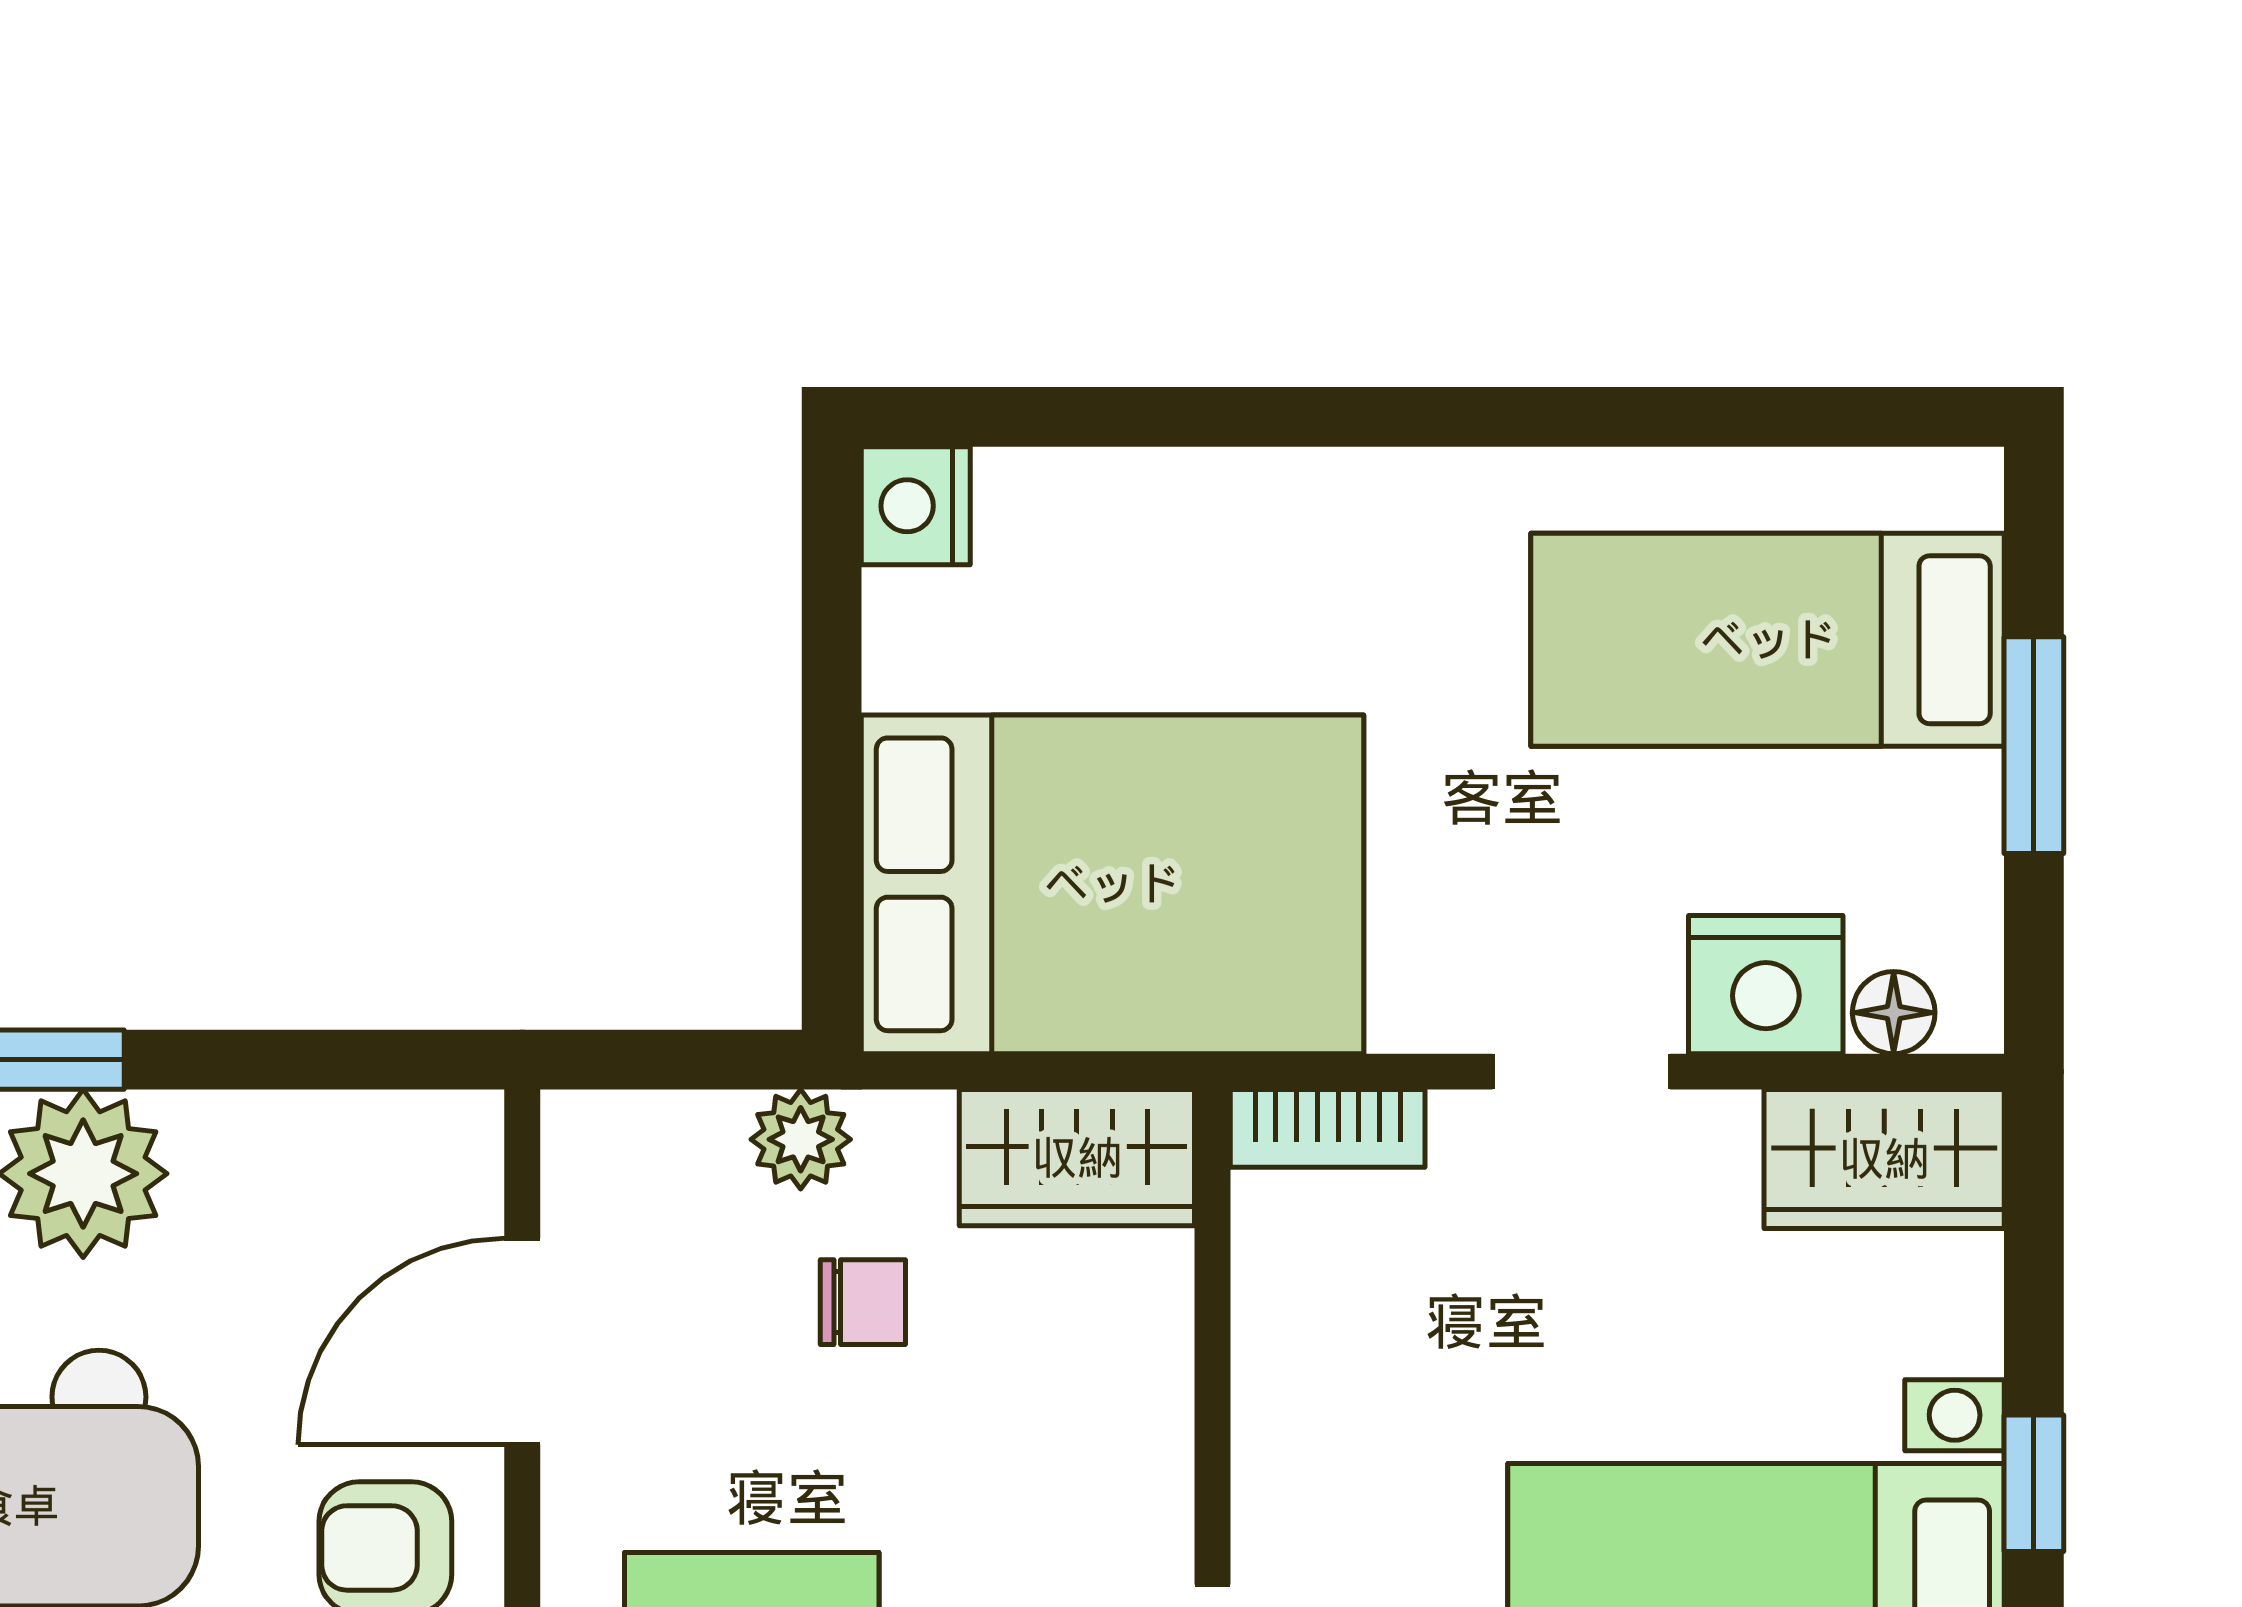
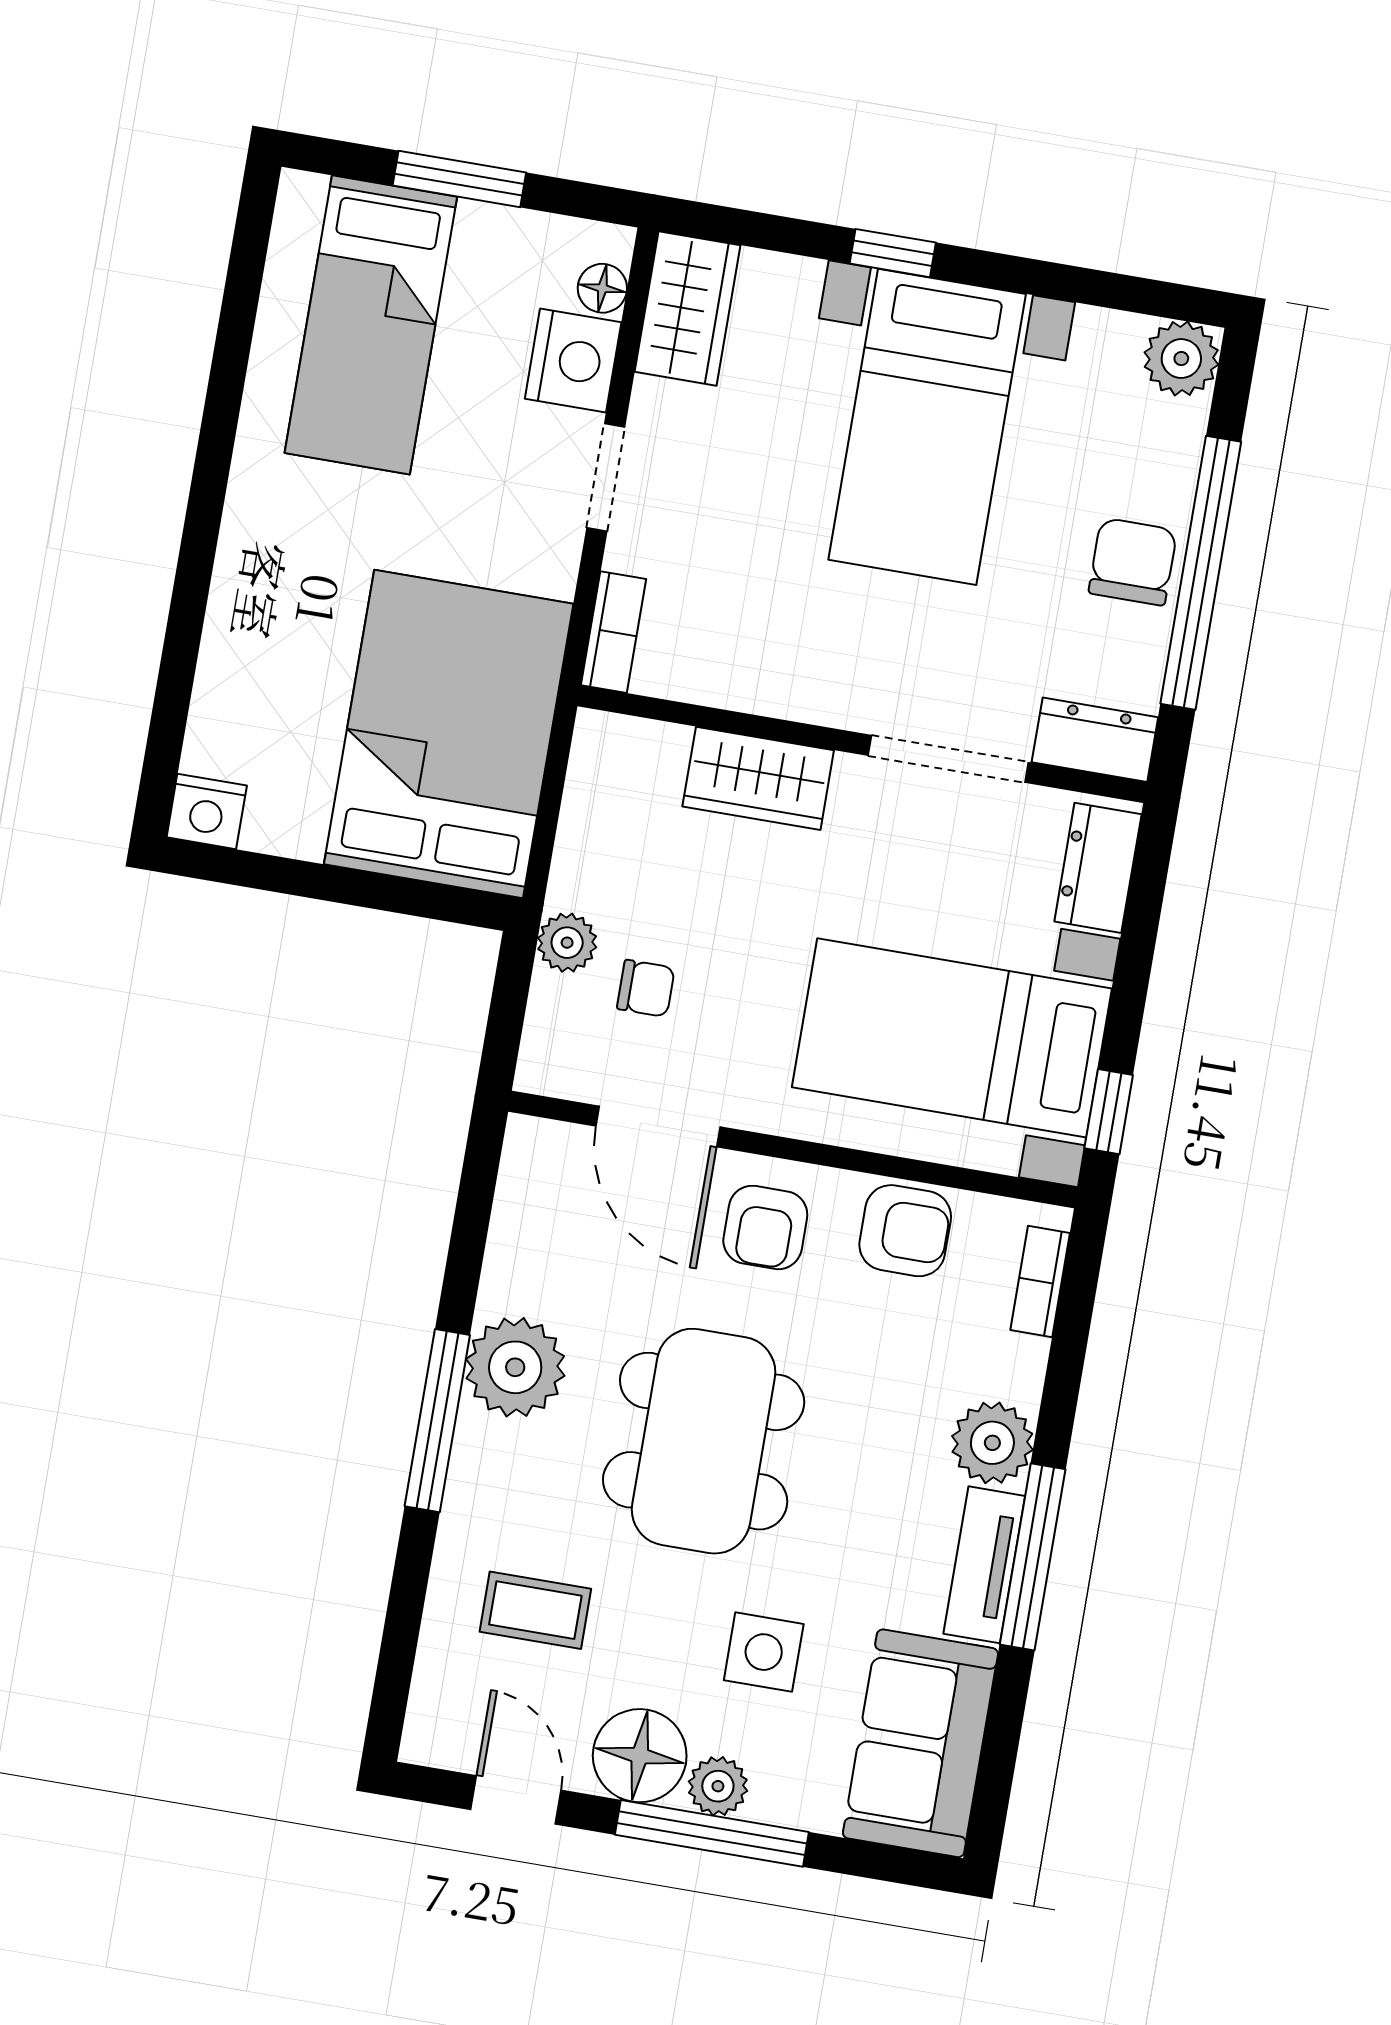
wardrobe: (1077, 1158) -> (758, 778), moved, turned 90
chair: (863, 1302) -> (646, 988), moved, turned 90

